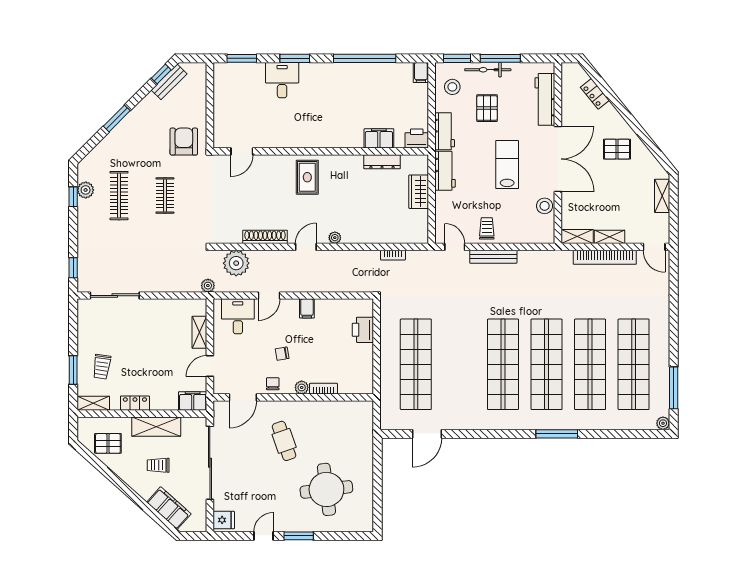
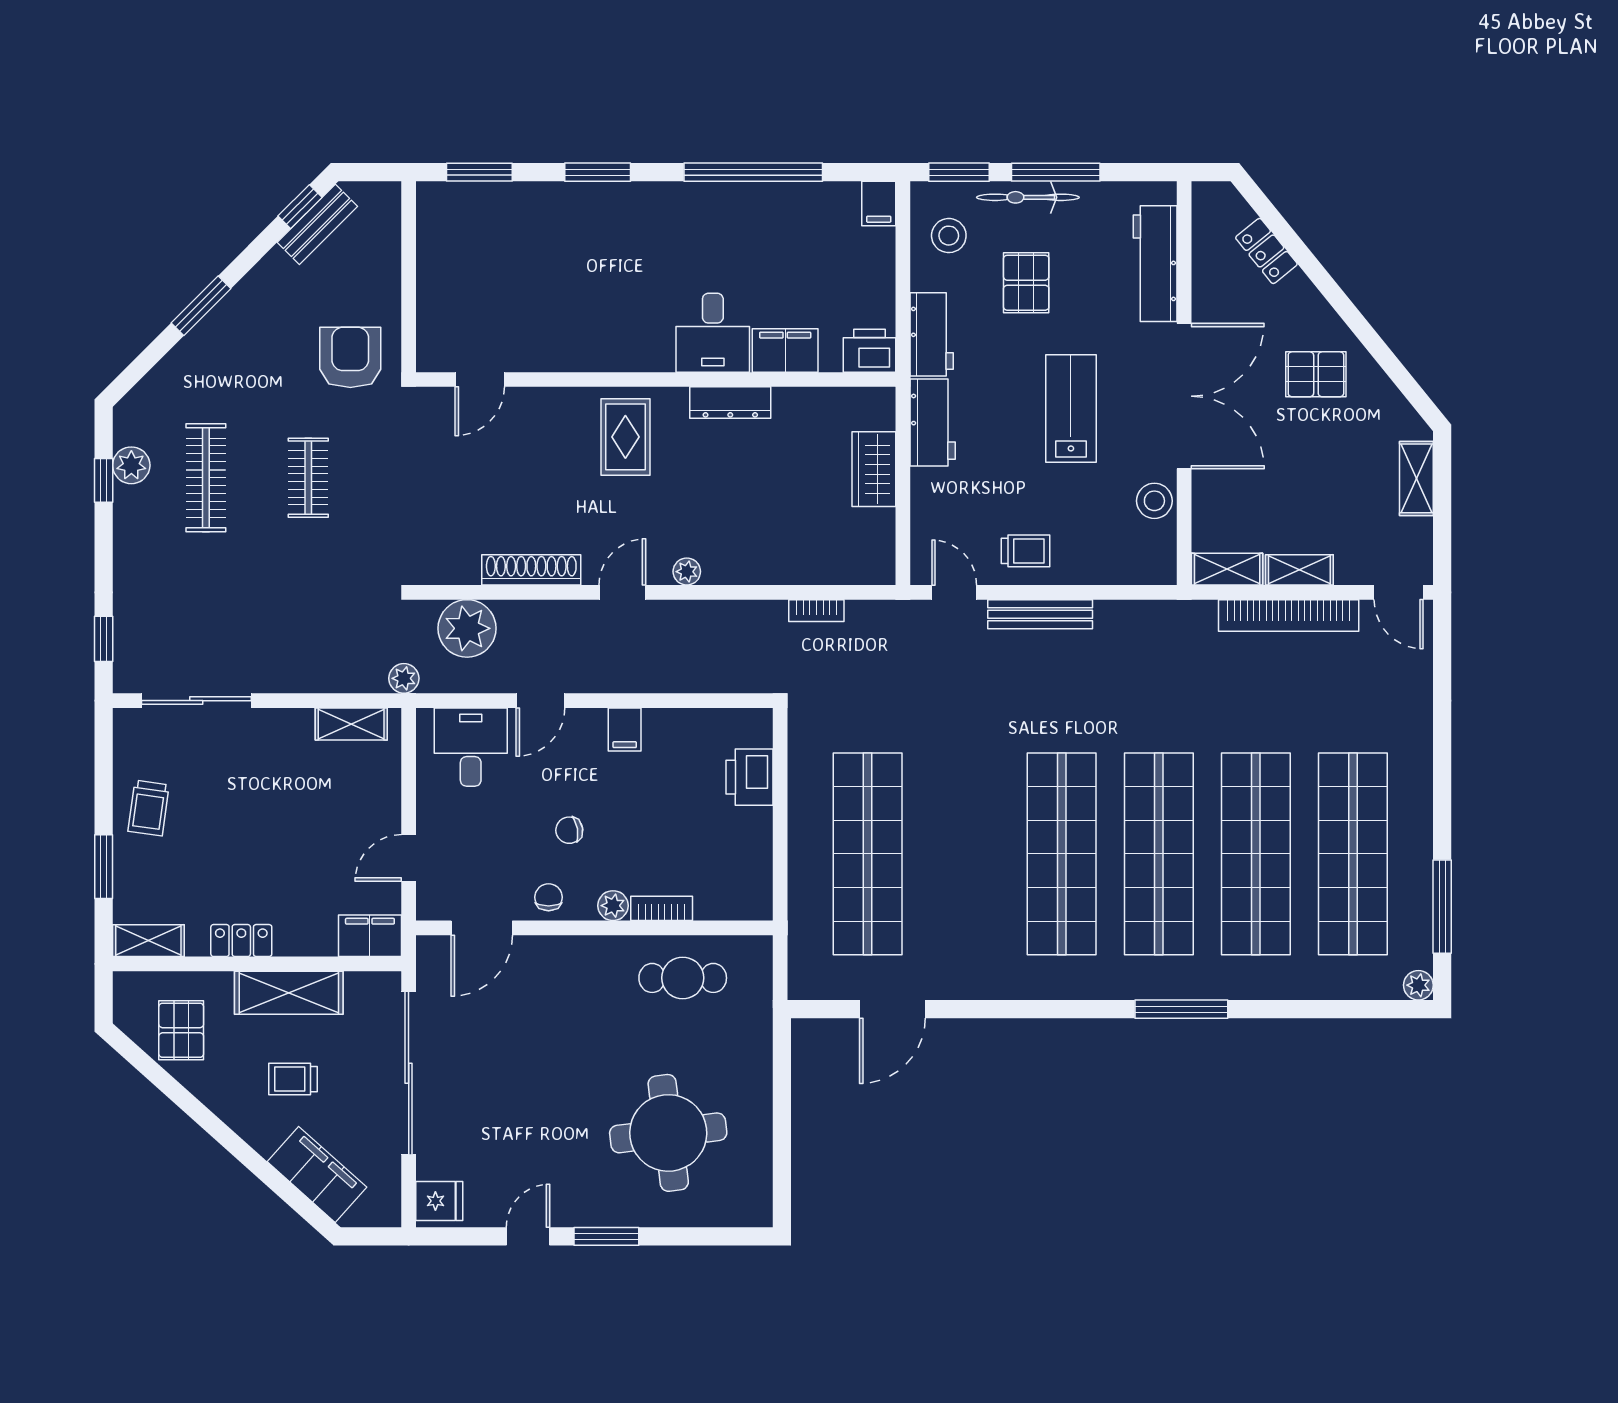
desk: (282, 80) -> (713, 333), moved, turned 180
dresser: (382, 162) -> (730, 403), moved
trolley: (487, 228) -> (1025, 551), turned 90
shelving: (199, 332) -> (351, 724), moved, turned 90
trolley: (102, 367) -> (149, 808), moved
cafe table: (284, 441) -> (683, 978), moved, turned -71
pallet: (108, 443) -> (181, 1030), turned 90

